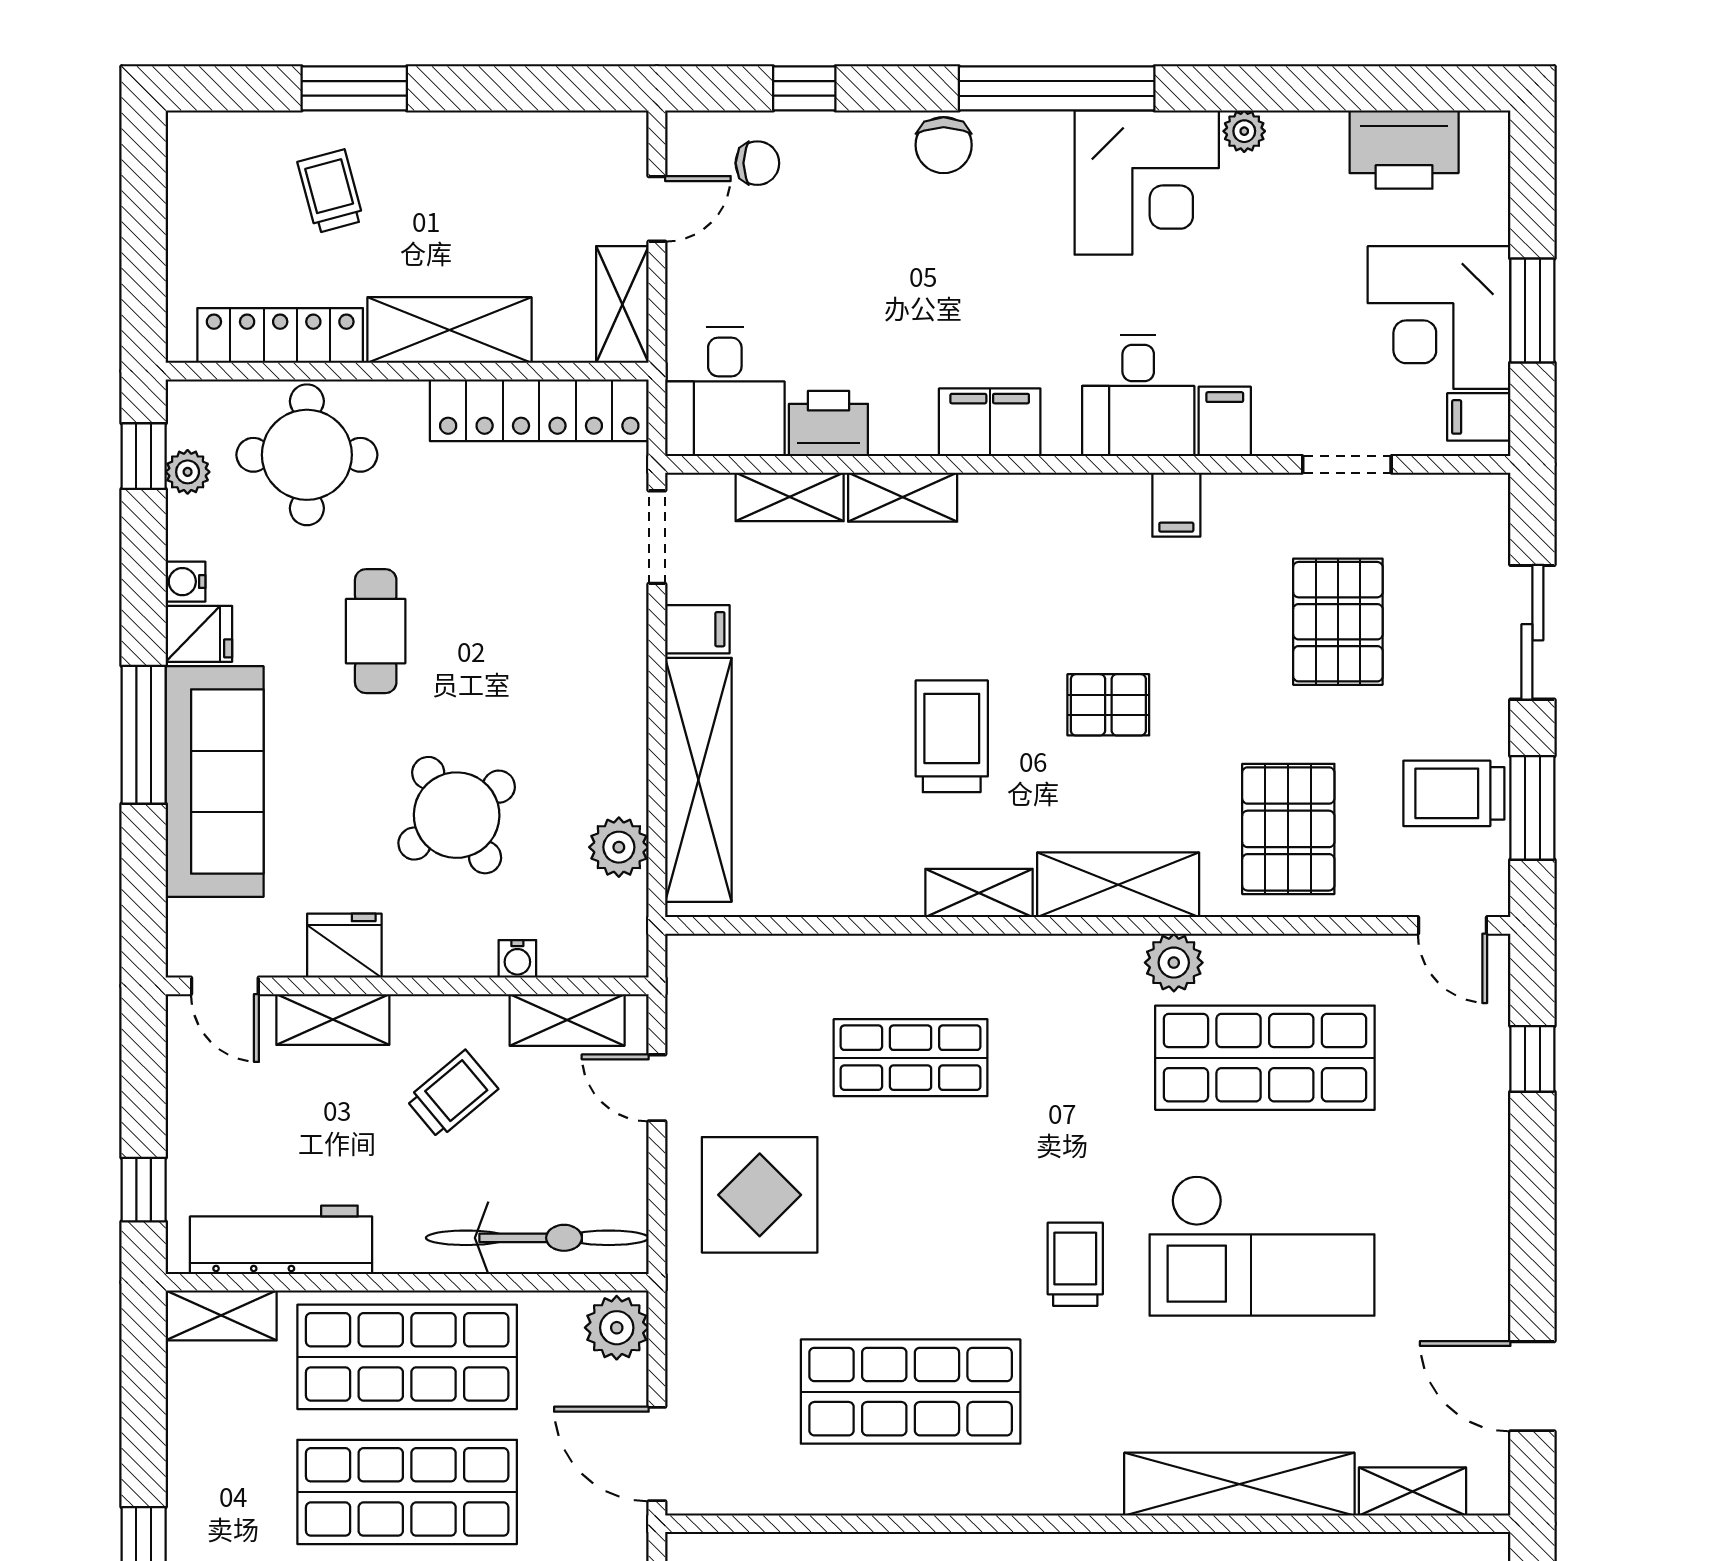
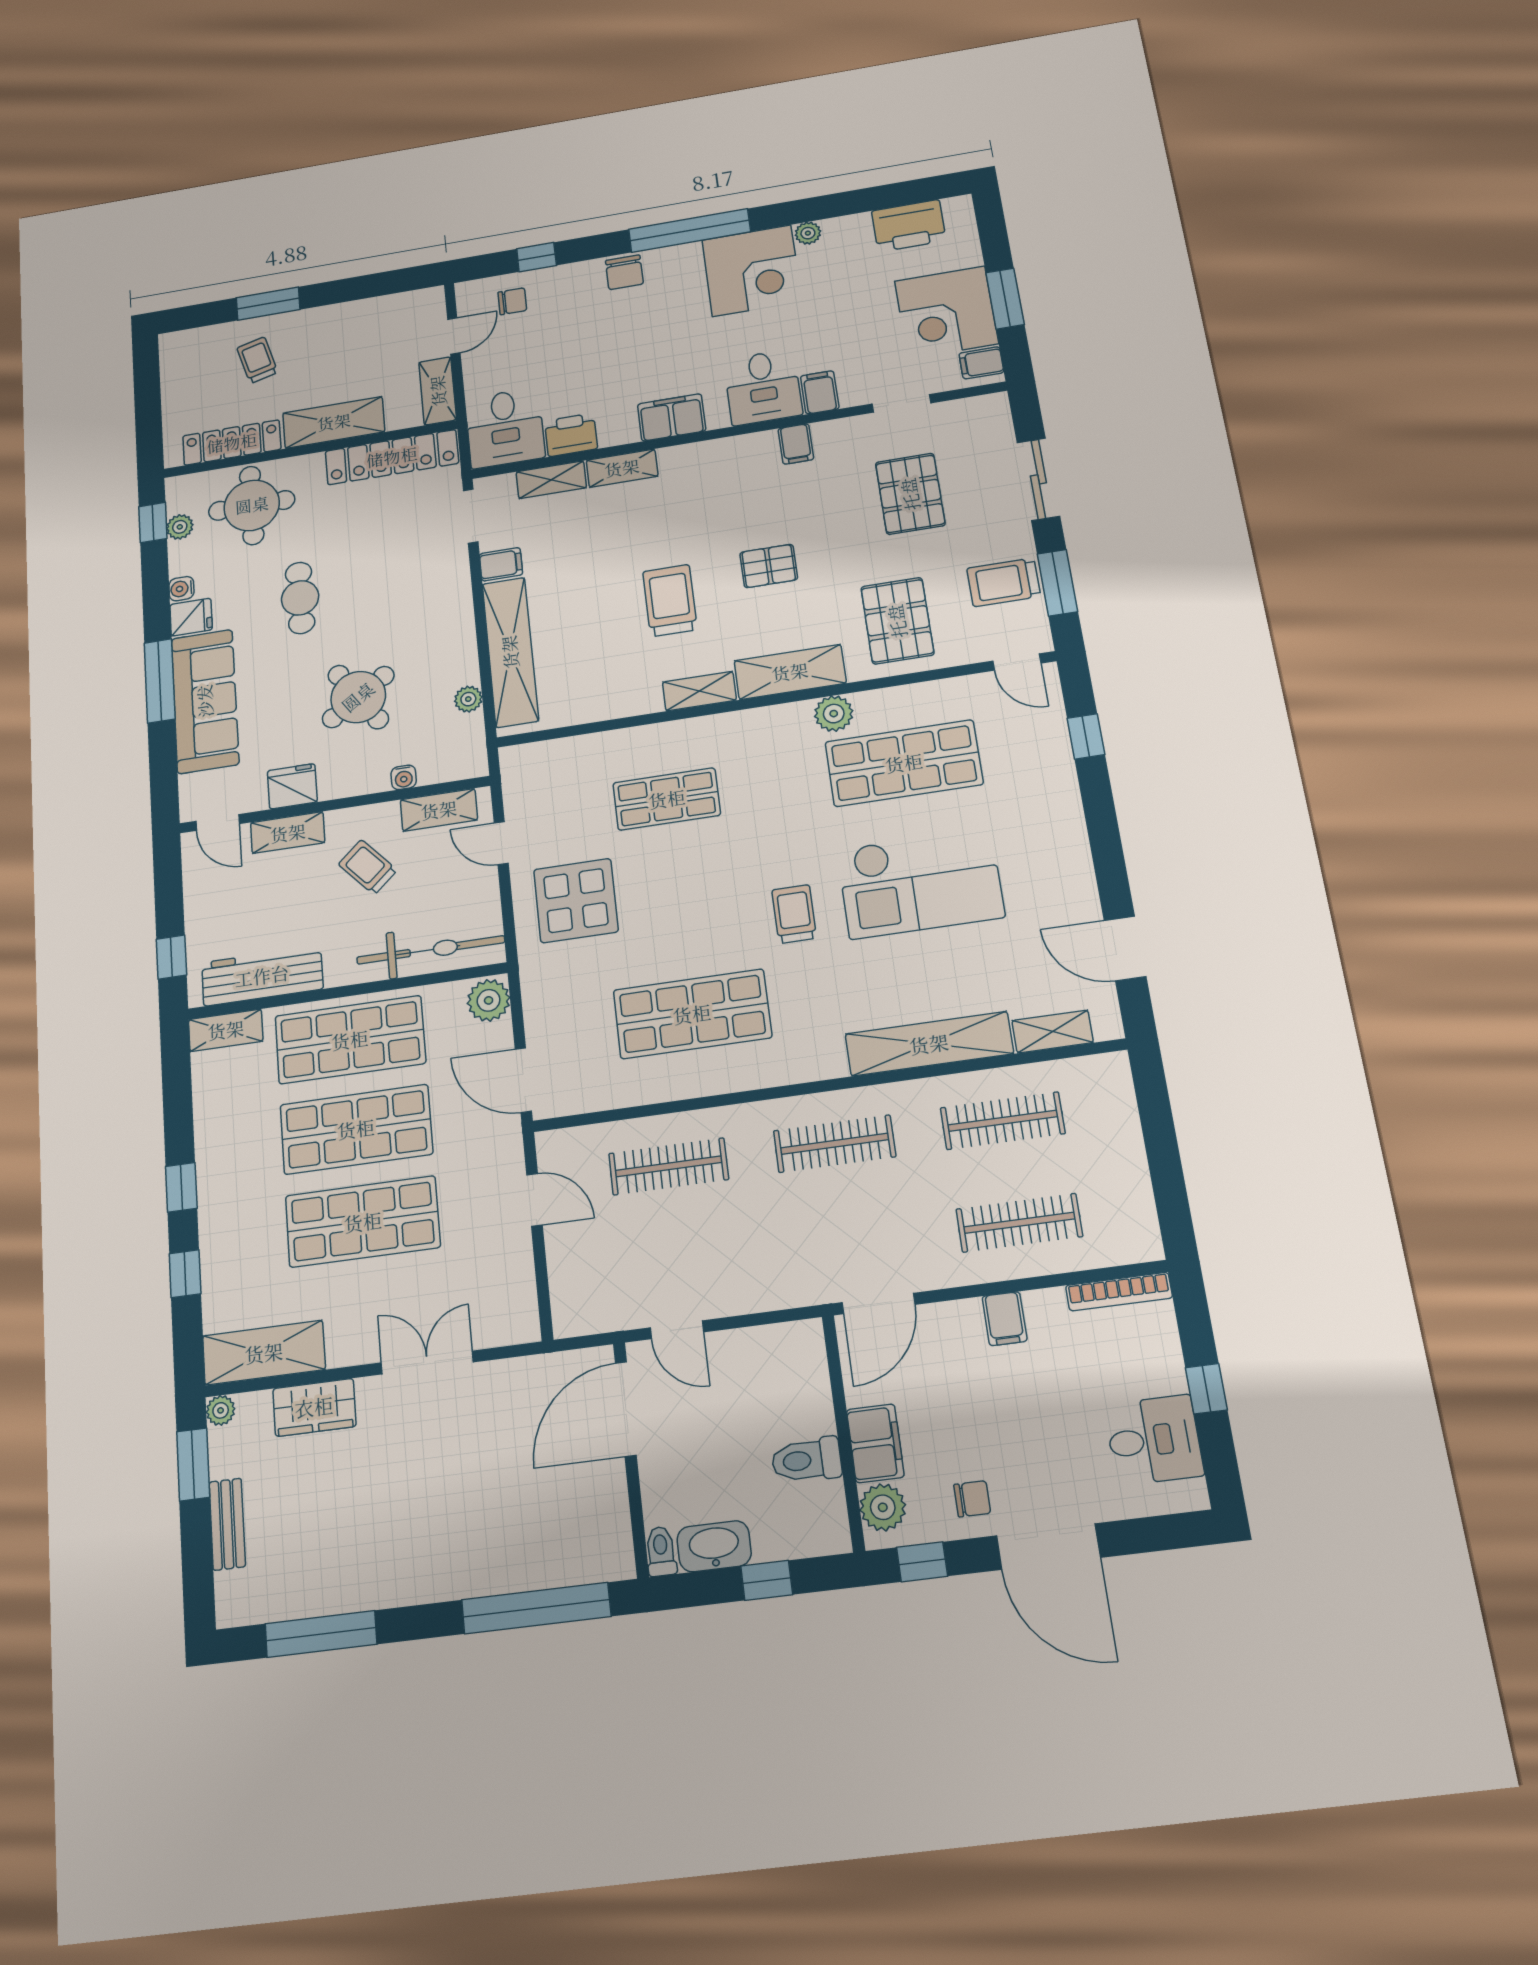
plant: (619, 847) -> (468, 699), width x0.73, depth x0.73
trolley: (452, 1094) -> (368, 867), turned -92

